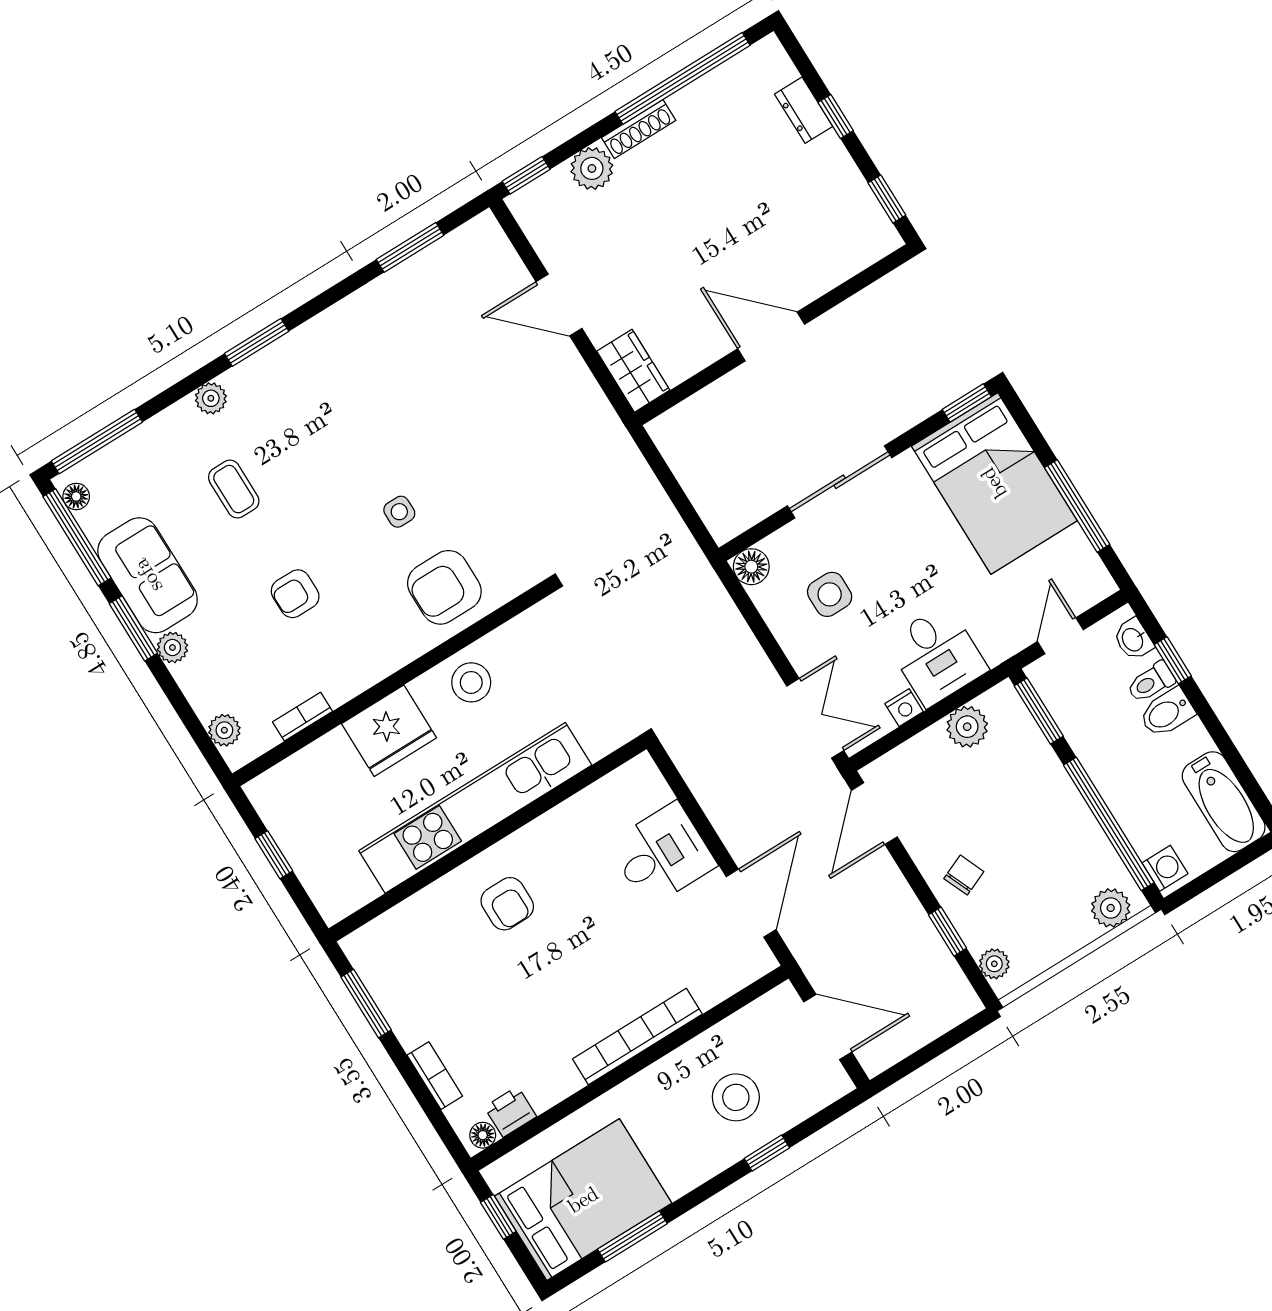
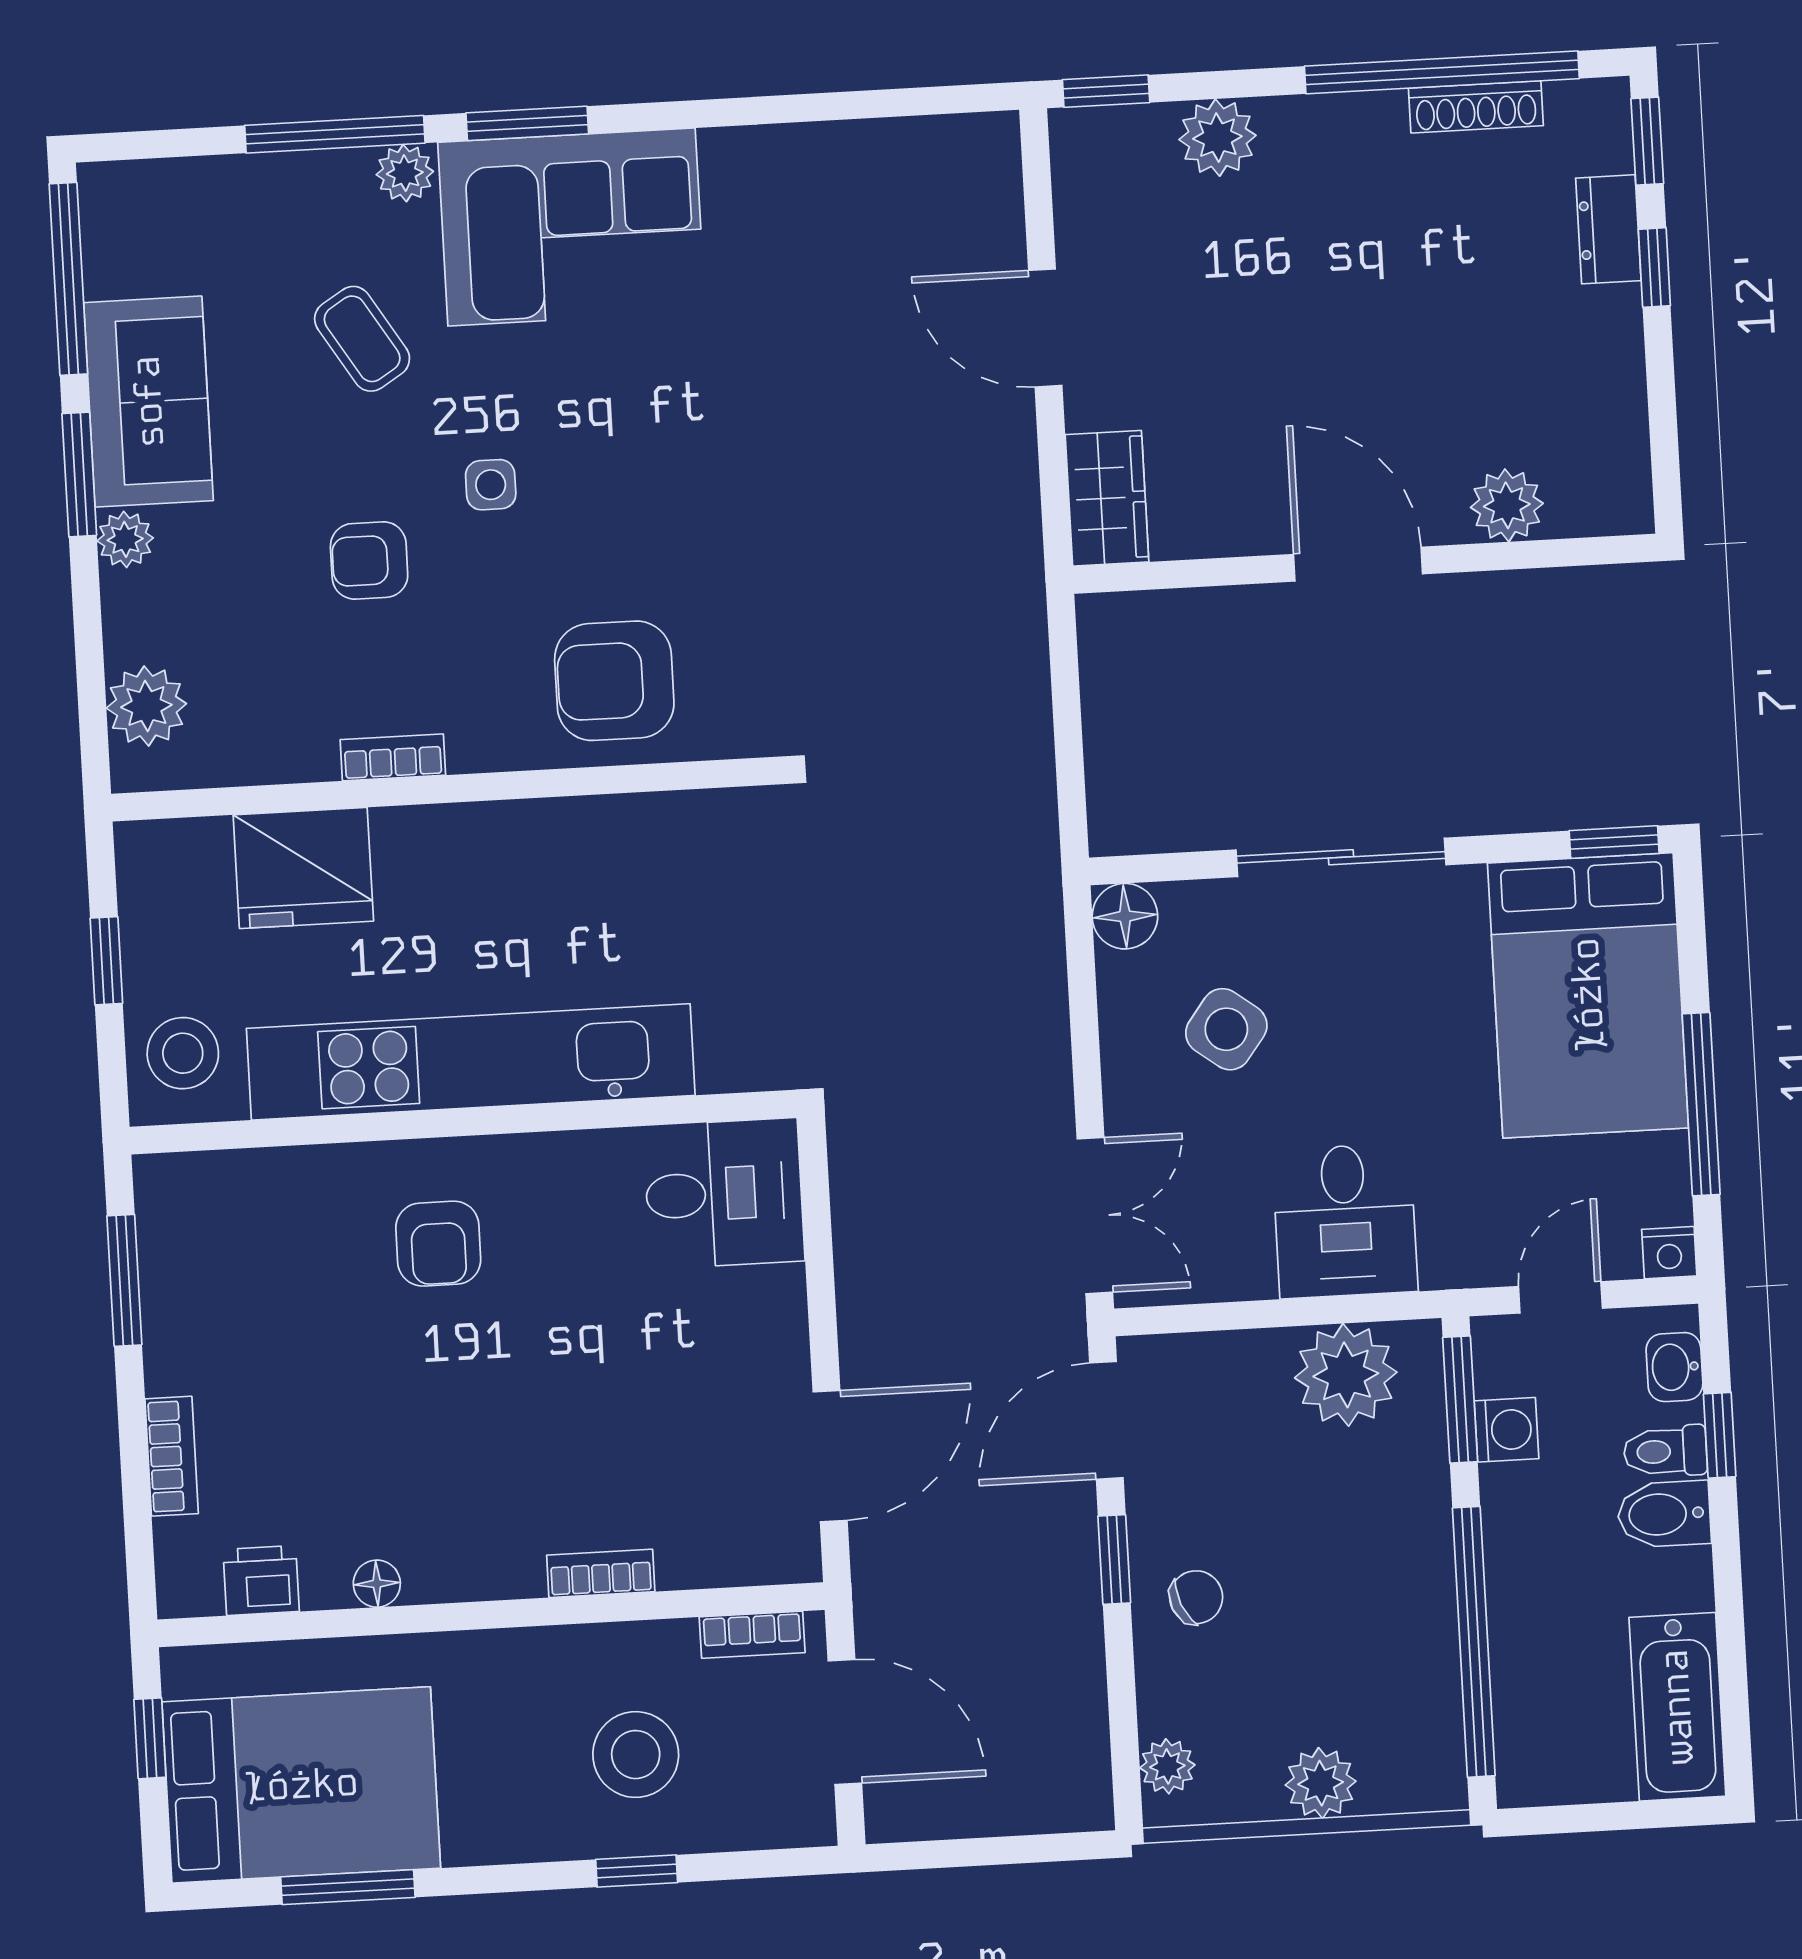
shoe rack: (639, 129) -> (1476, 107), moved
window: (887, 199) -> (1647, 141), moved
window: (410, 247) -> (856, 105), removed
plant: (827, 269) -> (1507, 505), added
corner sofa: (305, 381) -> (572, 227), added
window: (97, 441) -> (335, 134), moved
coffee table: (234, 489) -> (362, 339), turned -32
floor lamp: (76, 496) -> (103, 213), removed
side table: (399, 512) -> (491, 485), moved
side table: (830, 594) -> (1226, 1029), turned 37
stool: (471, 682) -> (183, 1053), moved
nightstand: (904, 708) -> (1669, 1253), moved
bookcase: (303, 717) -> (393, 757), moved
plant: (967, 727) -> (1346, 1375), width x1.36, depth x1.36
plant: (224, 730) -> (146, 706), width x1.38, depth x1.38
fridge: (389, 731) -> (303, 868), moved
desk: (662, 855) -> (724, 1193), moved
washing machine: (1165, 868) -> (1506, 1430), moved
plant: (1111, 908) -> (1321, 1783), moved
window: (947, 932) -> (1114, 1559), moved
bookcase: (760, 1009) -> (752, 1635), added
bookcase: (637, 1037) -> (601, 1573), width x0.43, depth x0.76
floor lamp: (483, 1135) -> (377, 1584), moved

